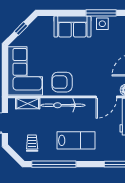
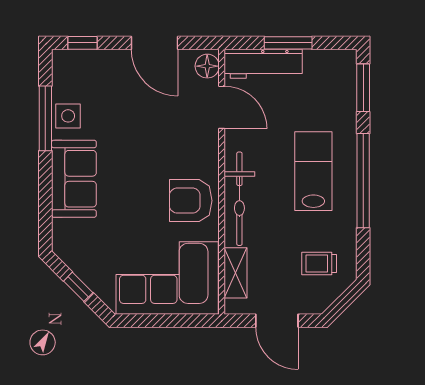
armchair: (62, 82) -> (191, 201), turned 90
window: (54, 164) -> (363, 181), moved

